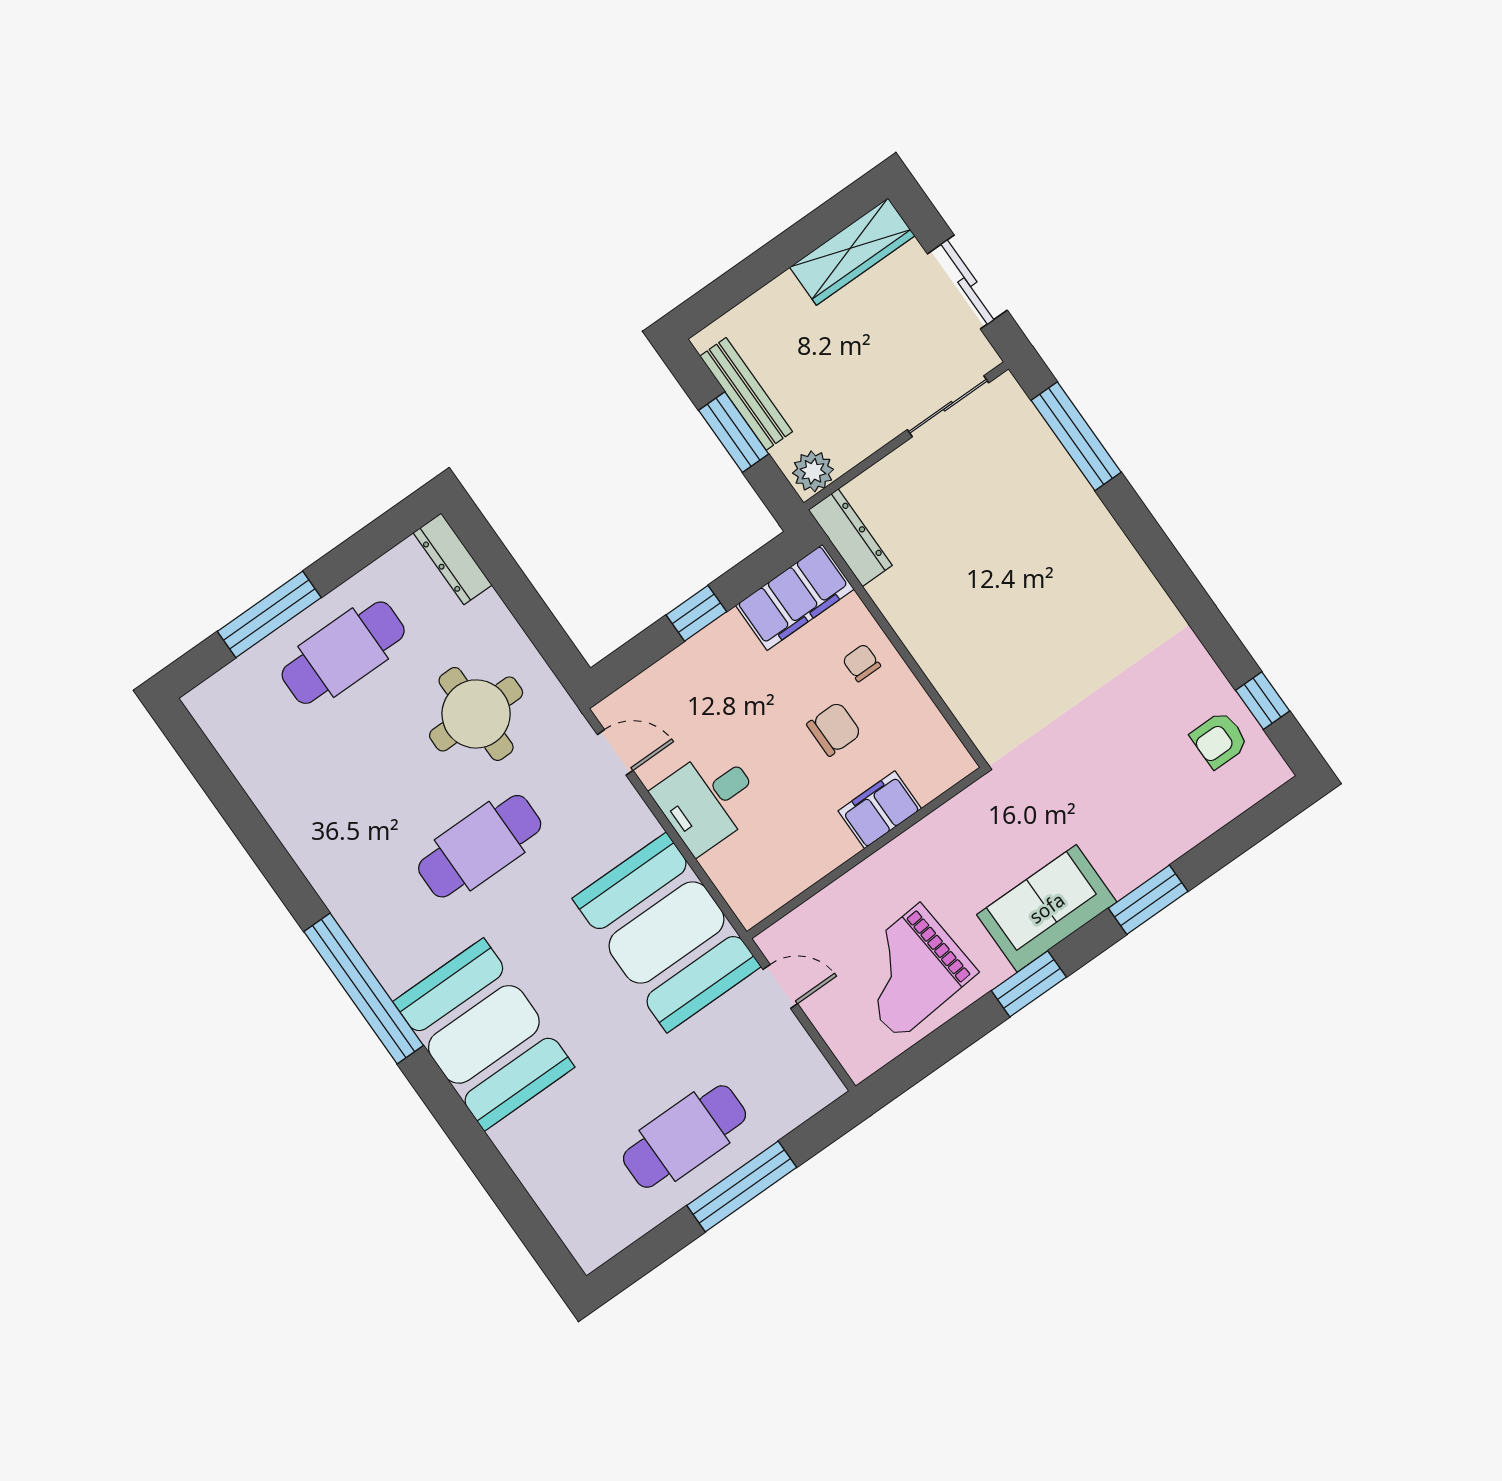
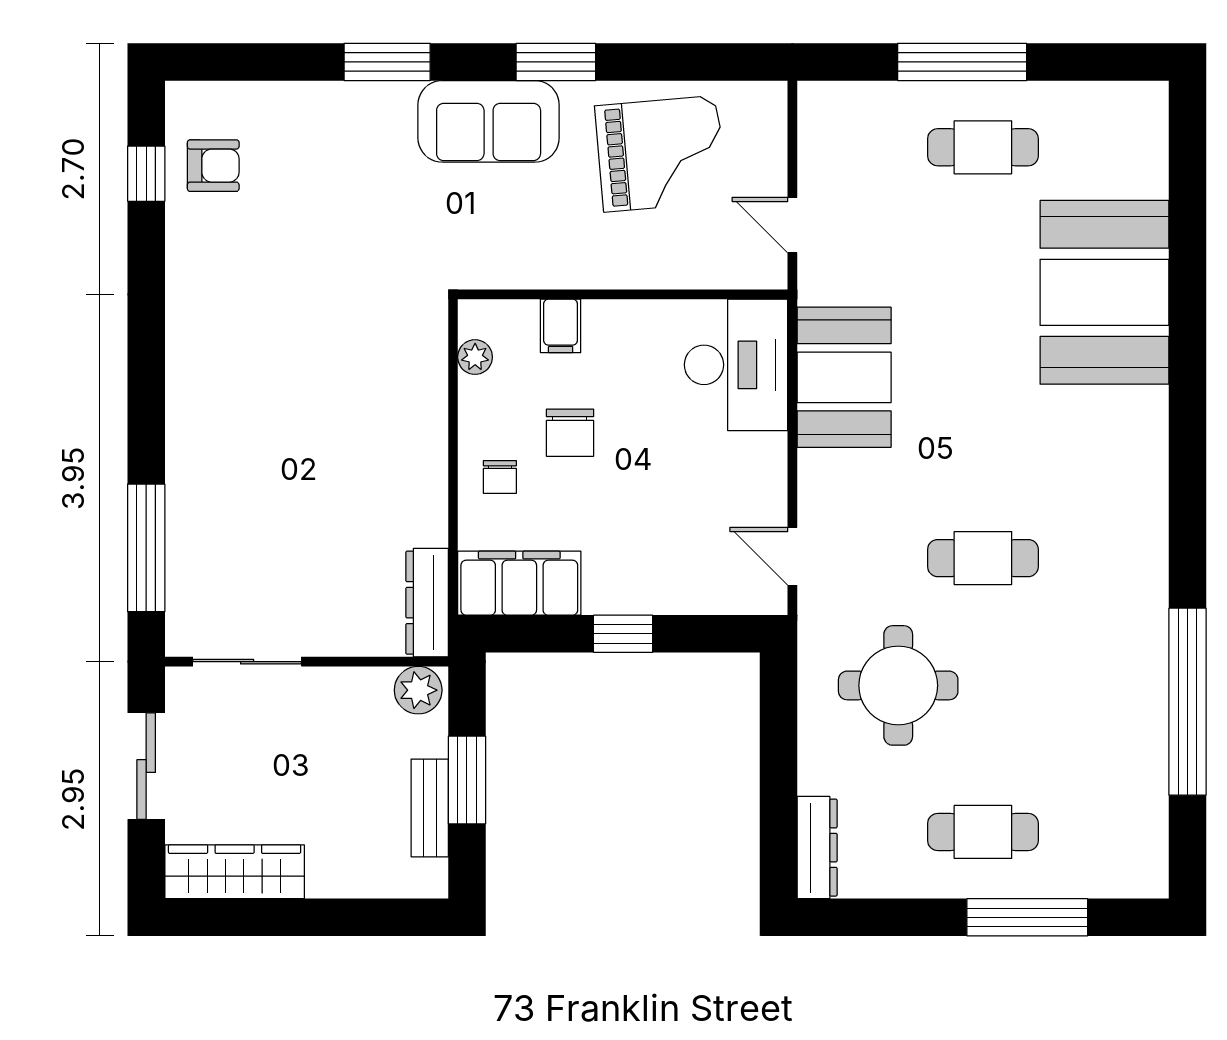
bench: (746, 394) -> (430, 808), width x0.73
cafe table: (343, 653) -> (983, 832), width x0.73, depth x0.74
chair: (834, 729) -> (570, 433), turned -90
plant: (939, 735) -> (475, 357), added
desk: (708, 800) -> (736, 365), moved, width x1.37
filing cabinet: (880, 810) -> (561, 326), width x0.50
cafe table: (480, 846) -> (983, 558), width x0.73, depth x0.74
booth: (667, 933) -> (844, 377), width x0.73, depth x0.70
window: (364, 989) -> (1188, 702), moved
booth: (484, 1034) -> (1104, 292), moved
cafe table: (684, 1137) -> (983, 147), width x0.73, depth x0.74

